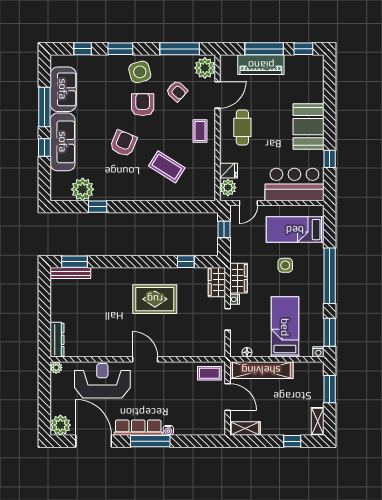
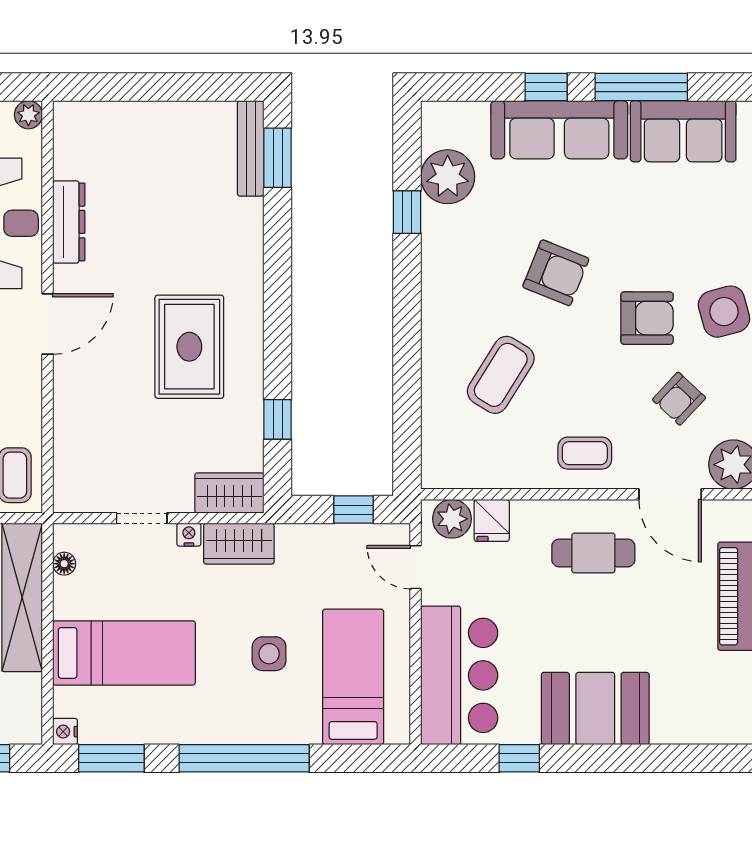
dresser: (57, 340) -> (69, 222), moved, turned -90

